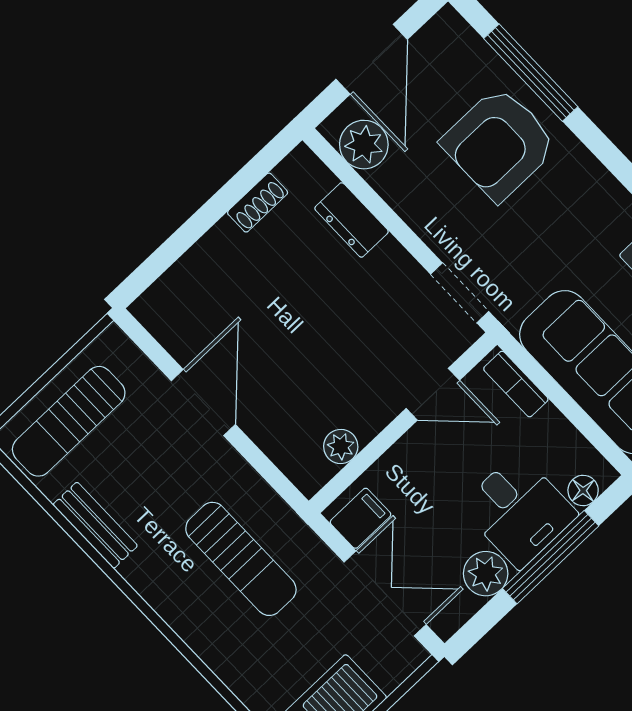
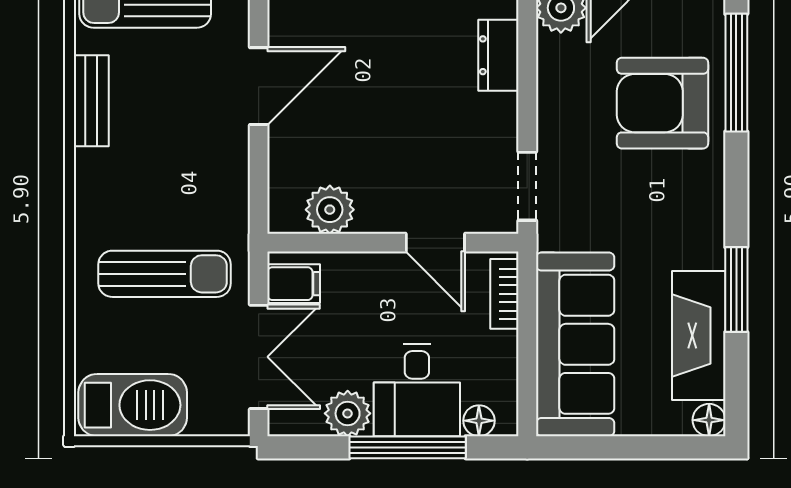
plant: (341, 447) -> (330, 210), width x1.38, depth x1.38
sun lounger: (241, 559) -> (165, 274), moved, turned -90

